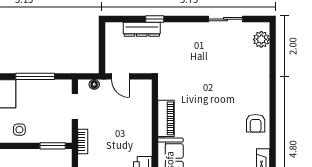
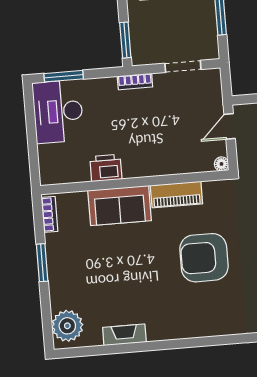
floor lamp: (94, 84) -> (221, 164), moved
armchair: (256, 123) -> (204, 258), moved, width x1.88, depth x1.88

